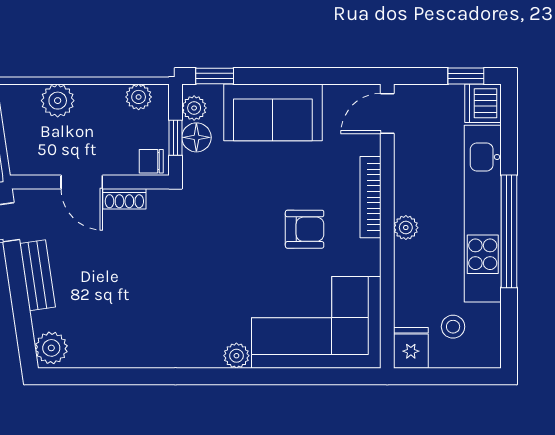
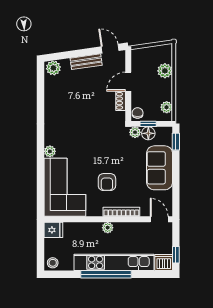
plant: (194, 108) -> (135, 132), moved
stool: (453, 327) -> (53, 263), moved

